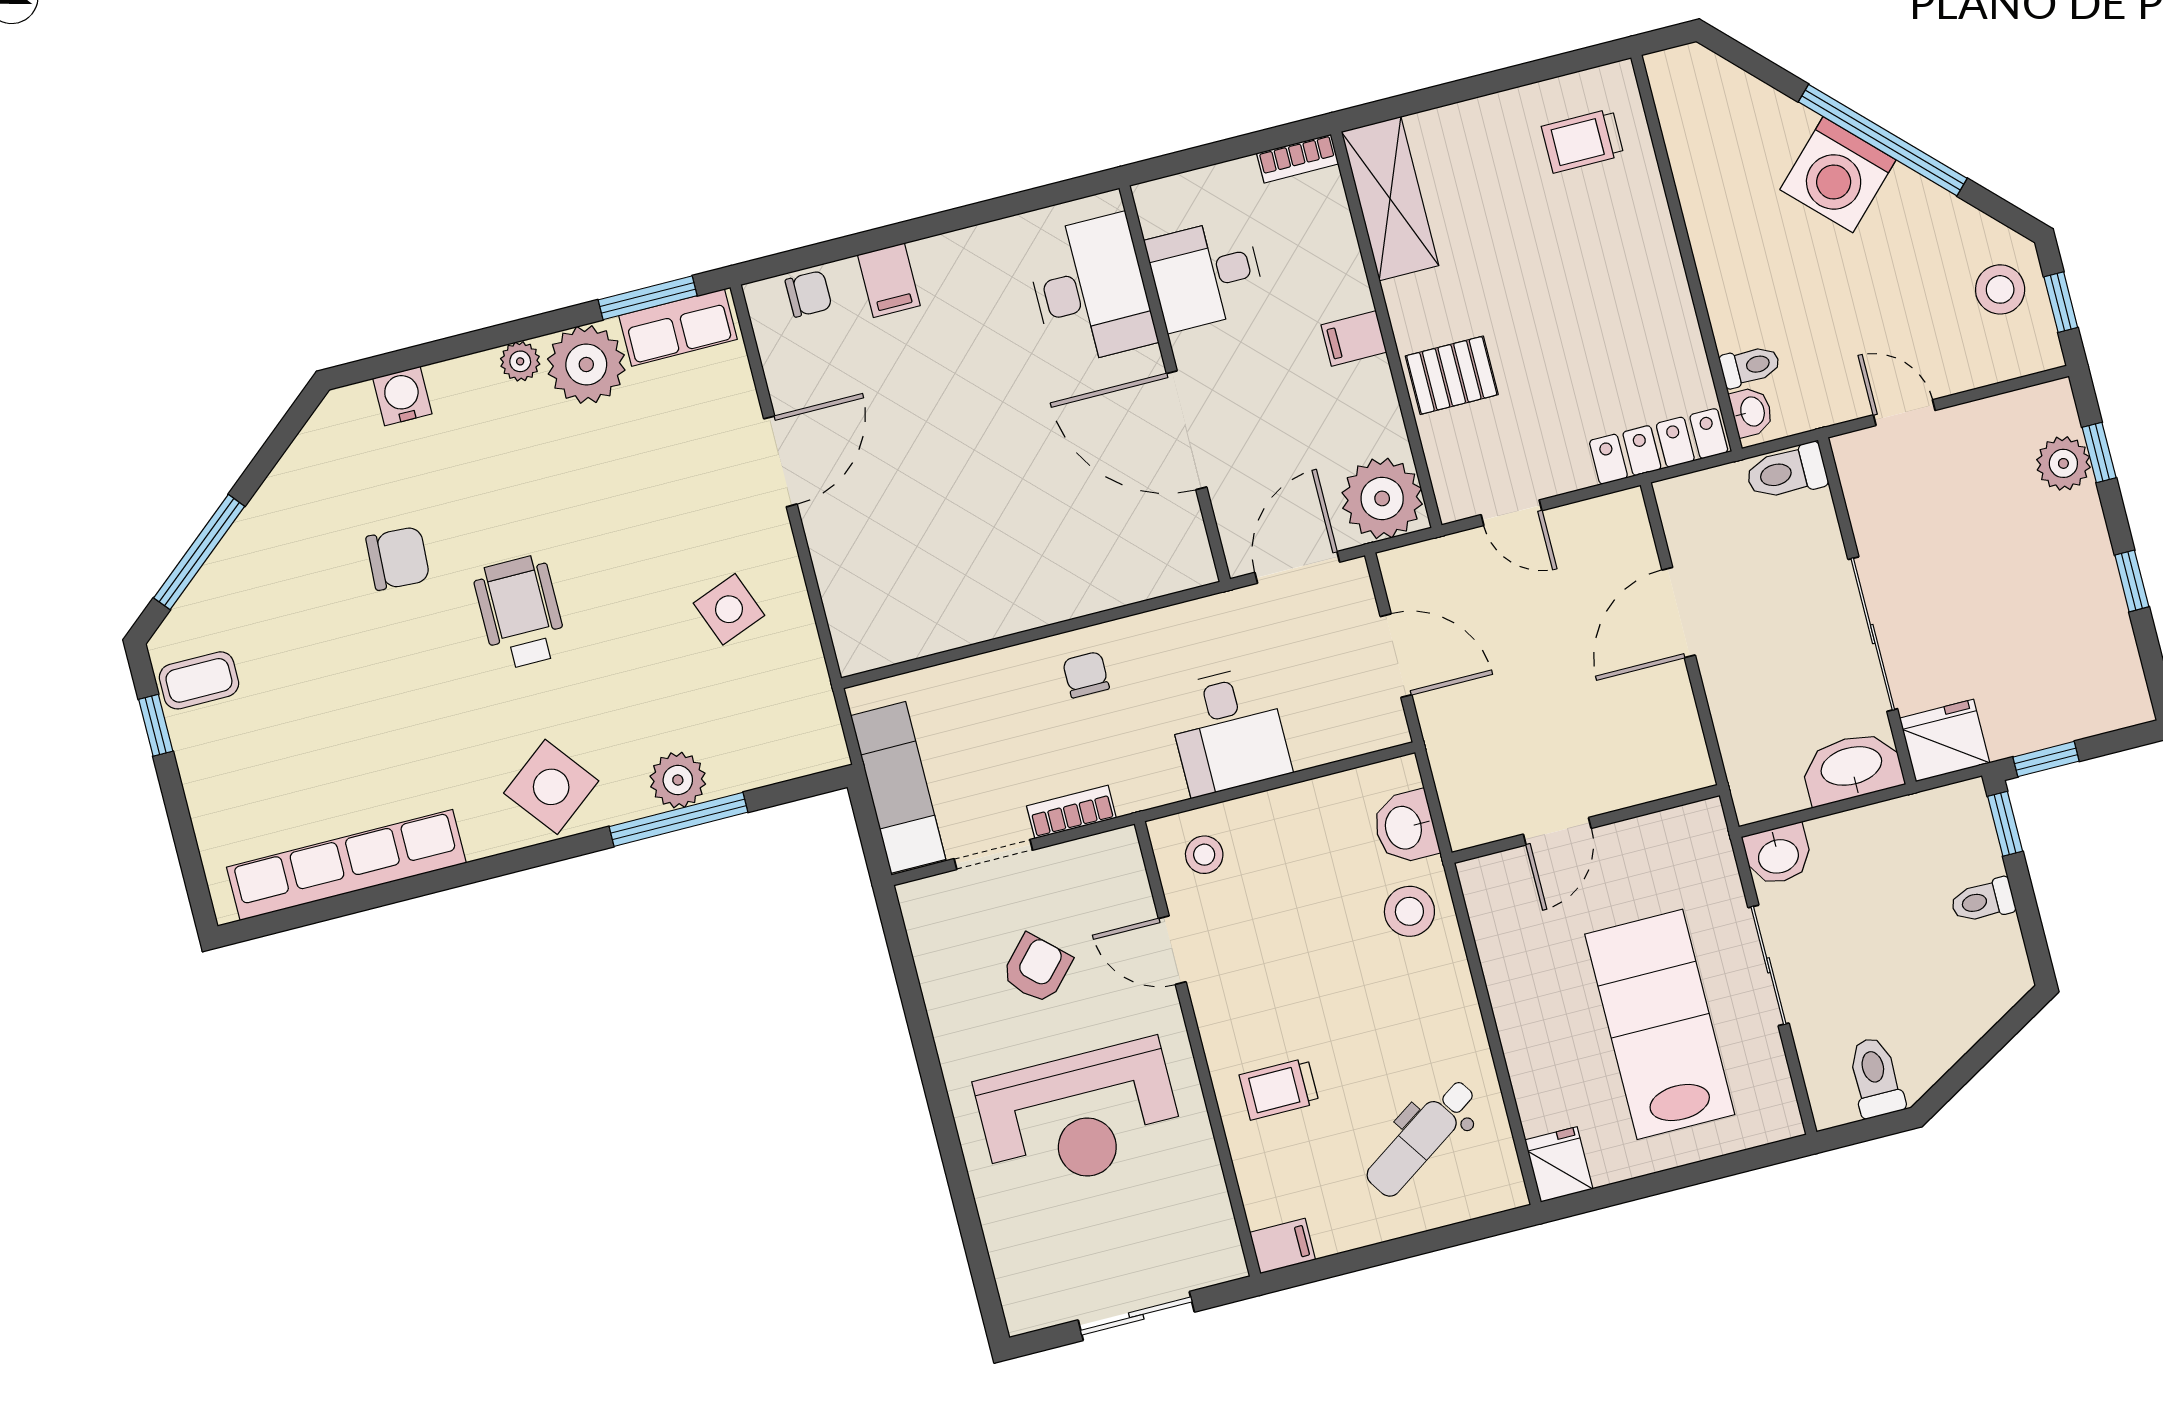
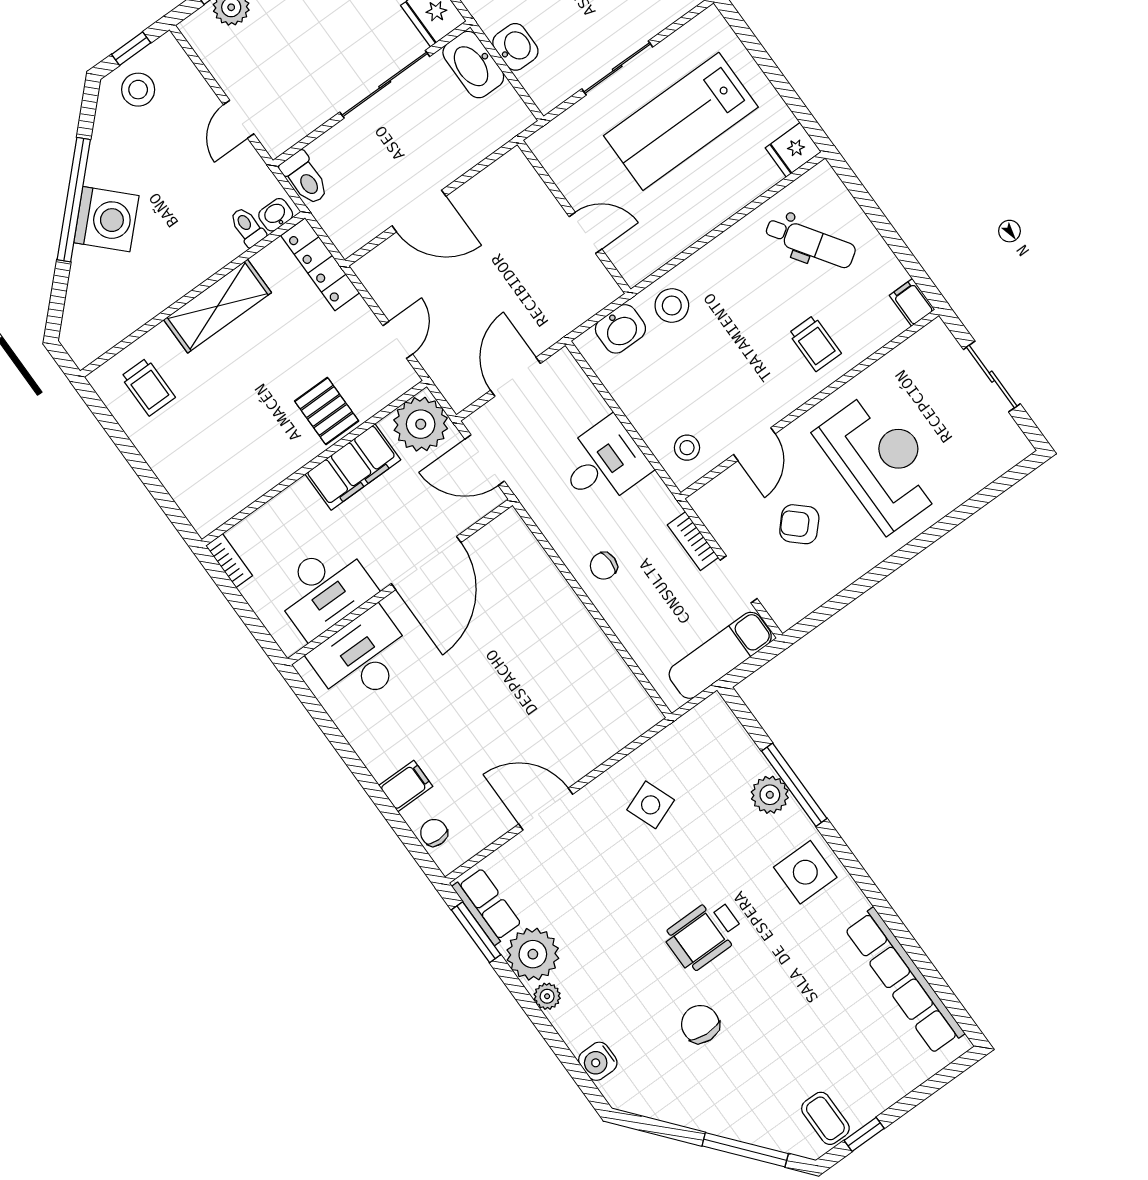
shelving: (1390, 199) -> (218, 306), moved
desk: (1206, 274) -> (324, 589), width x1.37
filing cabinet: (1354, 338) -> (353, 467), width x3.00, depth x1.17
side table: (551, 787) -> (805, 872), turned 38
washbasin: (1778, 855) -> (515, 47), moved

